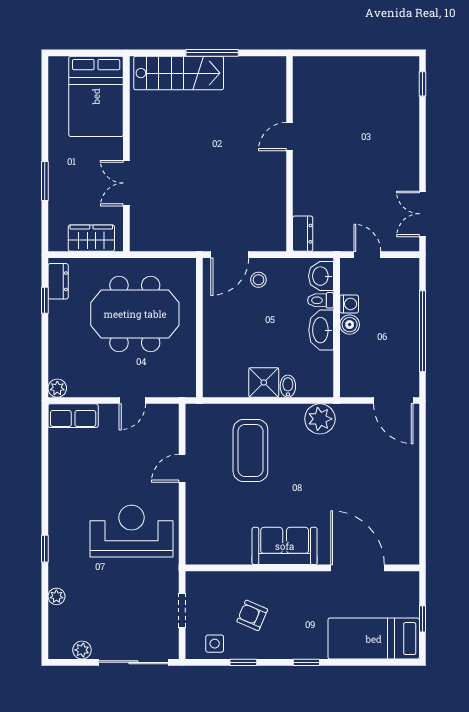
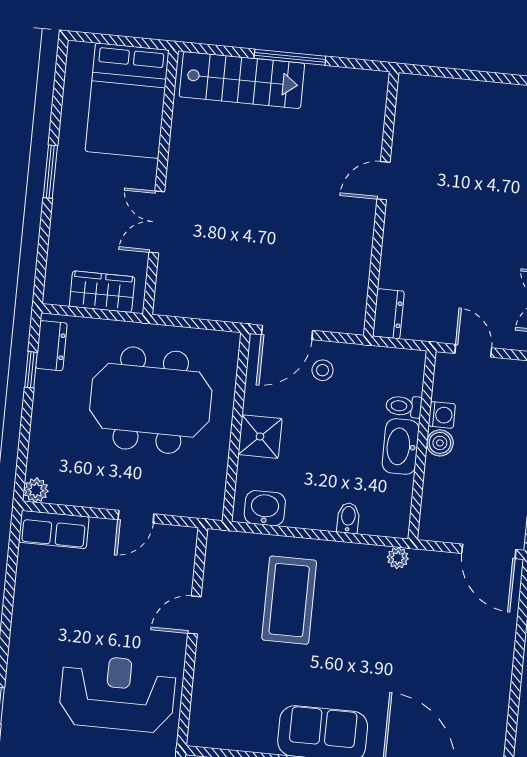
window: (45, 181) -> (50, 172), moved
washbasin: (321, 276) -> (265, 508), moved, turned 90
shower: (264, 382) -> (260, 437), moved
plant: (320, 419) -> (398, 558), width x0.53, depth x0.53

